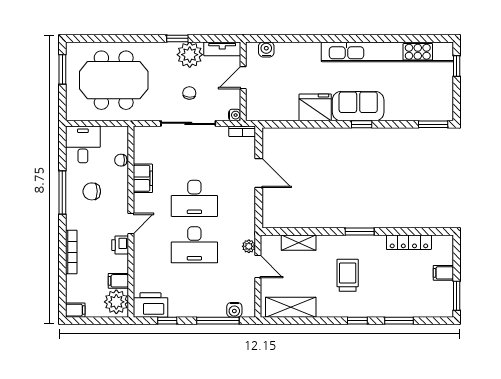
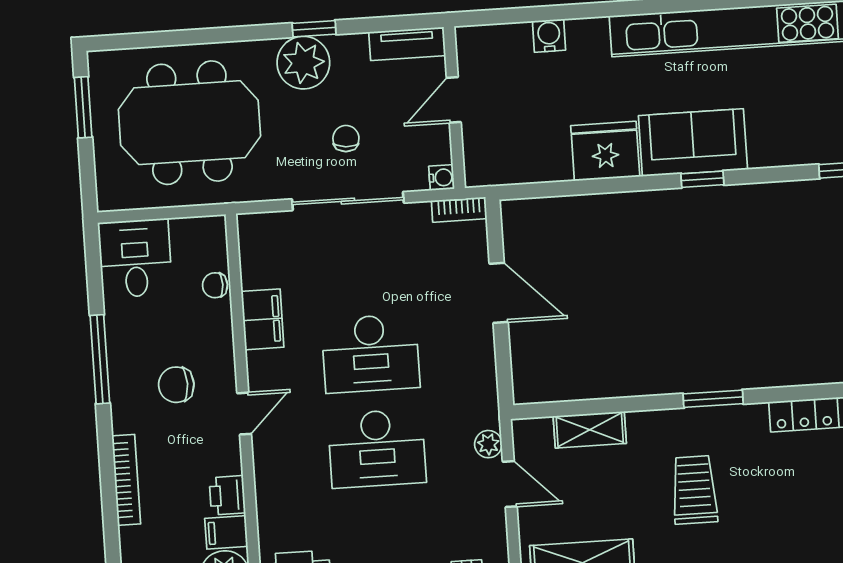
water cooler: (266, 49) -> (549, 36), moved
plant: (190, 55) -> (303, 63), moved
chair: (92, 191) -> (176, 385), moved
printer: (120, 245) -> (227, 495), moved

